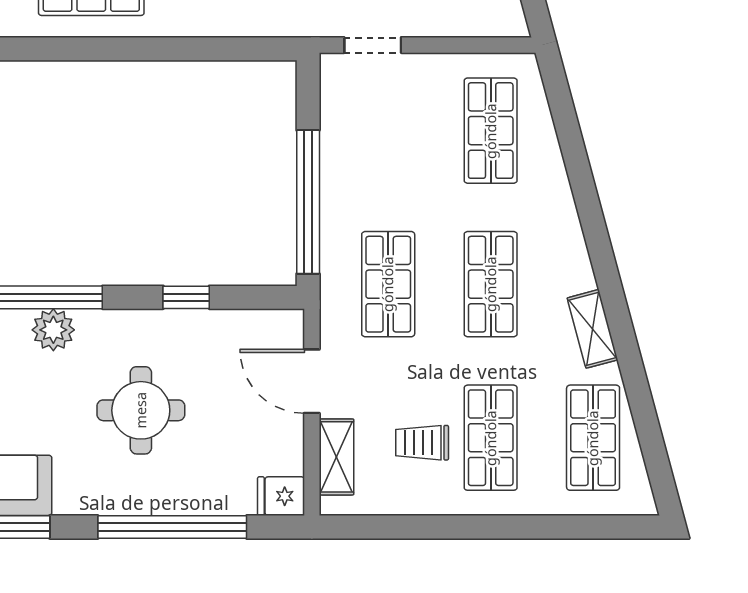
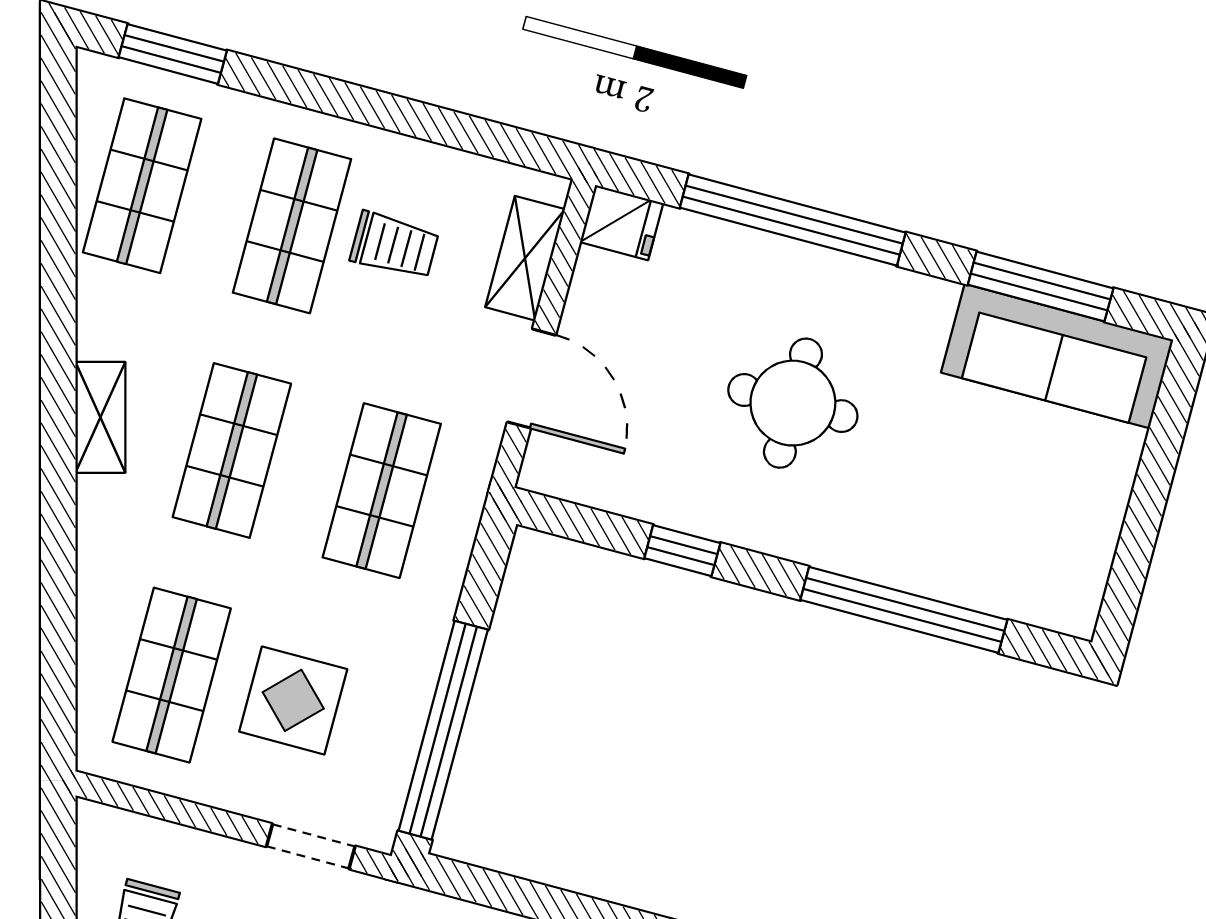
display table: (409, 135) -> (293, 700), added
window: (308, 202) -> (443, 730), moved
shelving: (593, 329) -> (100, 417), moved
plant: (53, 330) -> (889, 555), removed
window: (596, 527) -> (173, 54), added

